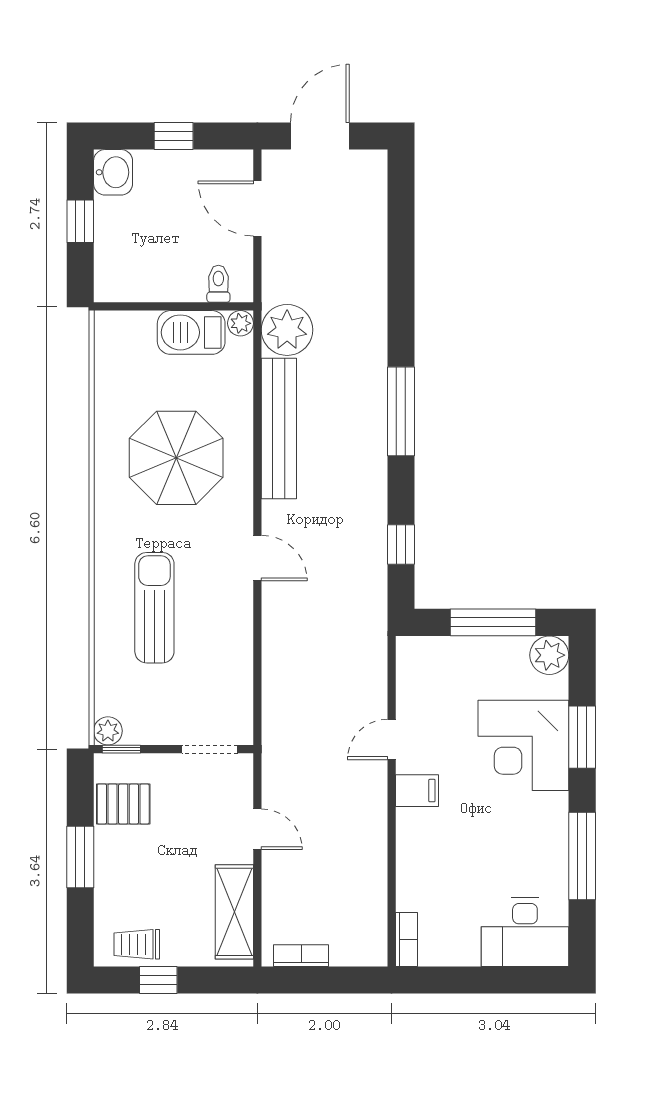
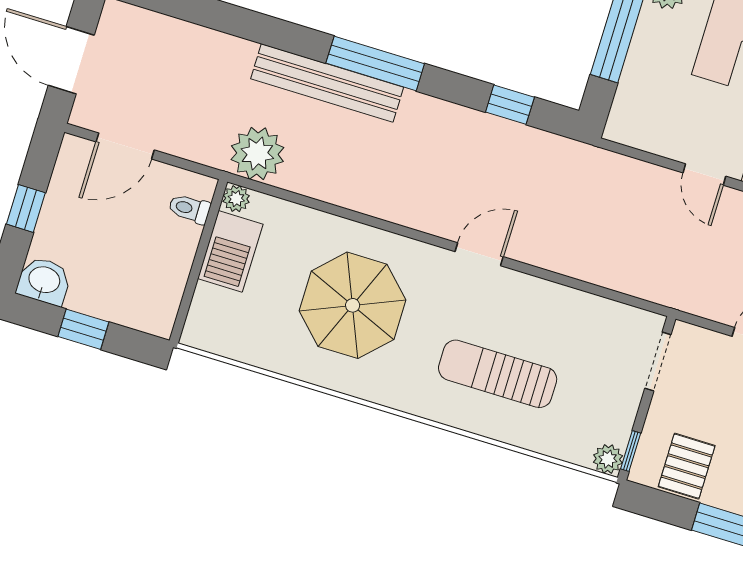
bench: (279, 429) -> (327, 83), moved

